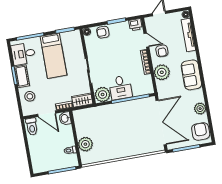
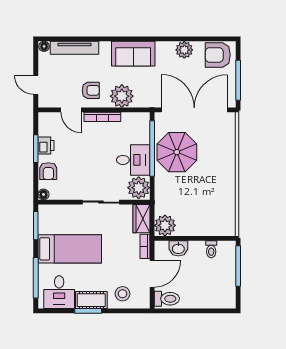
printer: (135, 25) -> (46, 145), moved
door: (146, 40) -> (71, 110), swing flipped
parasol: (131, 116) -> (177, 152), added
washbasin: (65, 118) -> (178, 248), moved
plant: (85, 144) -> (165, 225), moved

